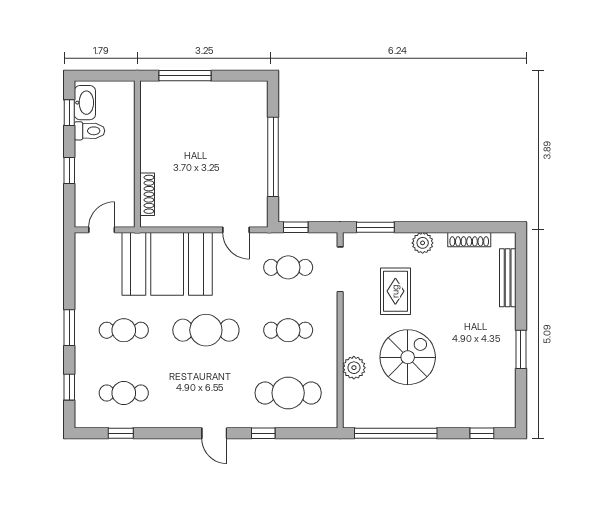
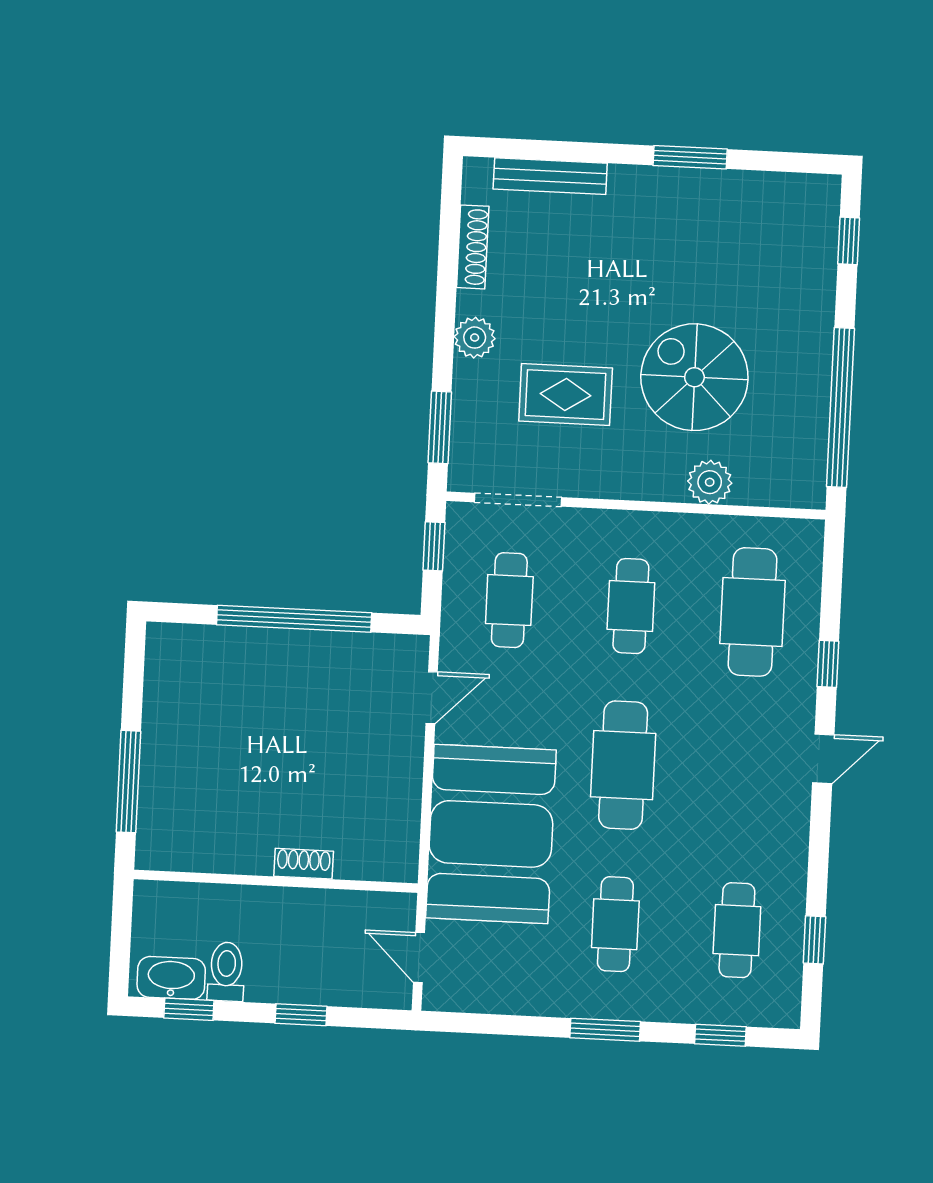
shoe rack: (147, 194) -> (304, 864), moved, width x0.70
window: (296, 227) -> (434, 546), moved

